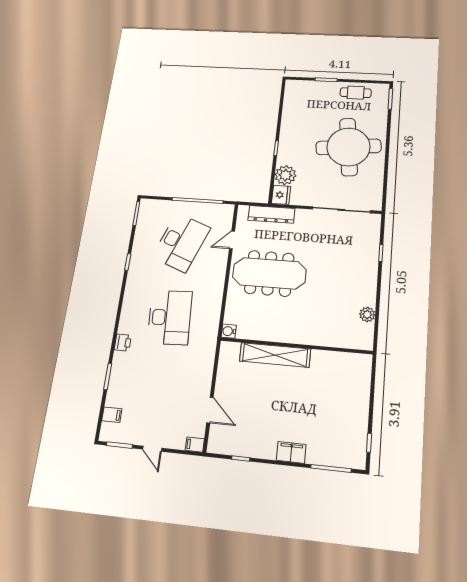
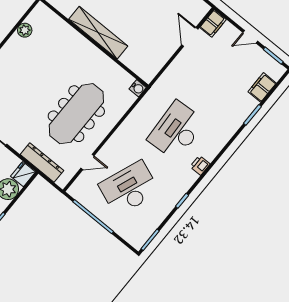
meeting table: (269, 273) -> (76, 114), turned 90
printer: (123, 342) -> (200, 165), moved
shelving: (275, 355) -> (98, 33), moved
filing cabinet: (112, 415) -> (262, 87), width x2.00
filing cabinet: (195, 445) -> (213, 23), width x2.00
door: (152, 449) -> (250, 37), swing flipped

